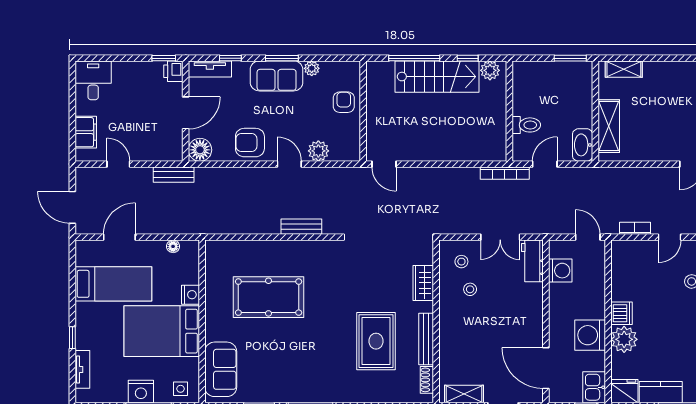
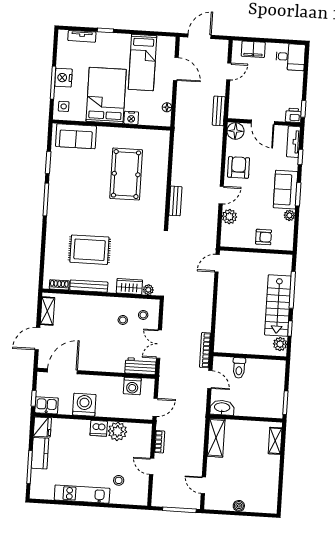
shelving: (609, 126) -> (216, 438), moved, turned 90
plant: (426, 257) -> (148, 290), added
plant: (624, 339) -> (117, 431), moved

